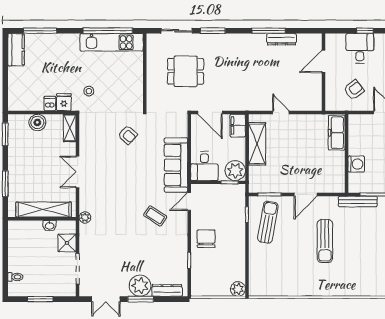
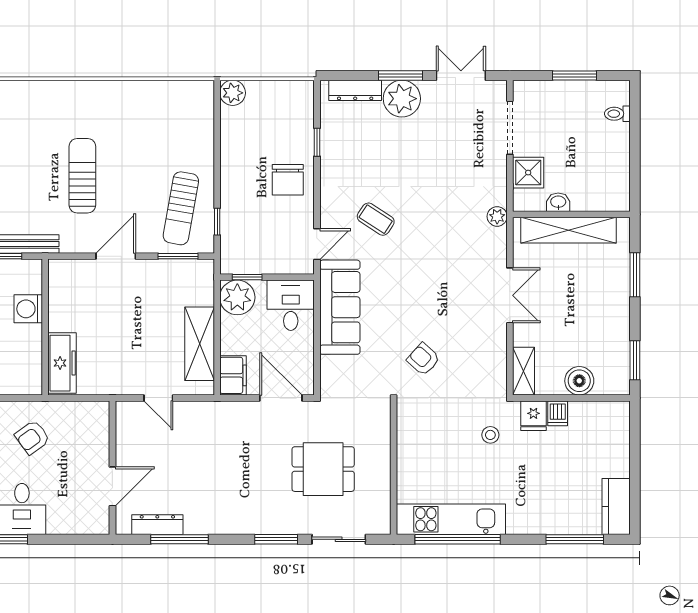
door: (324, 61) -> (112, 486), moved
wall: (324, 72) -> (112, 468), moved

